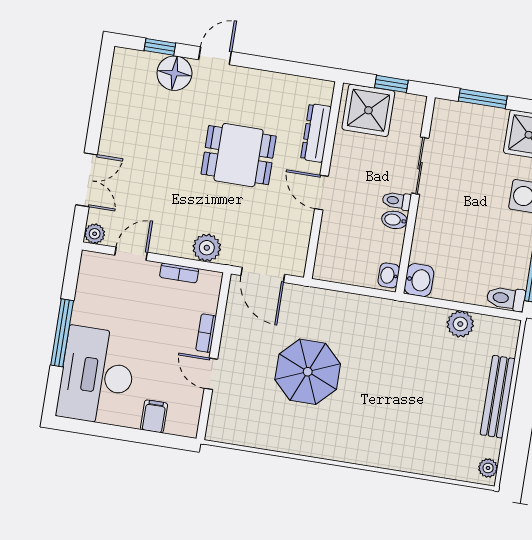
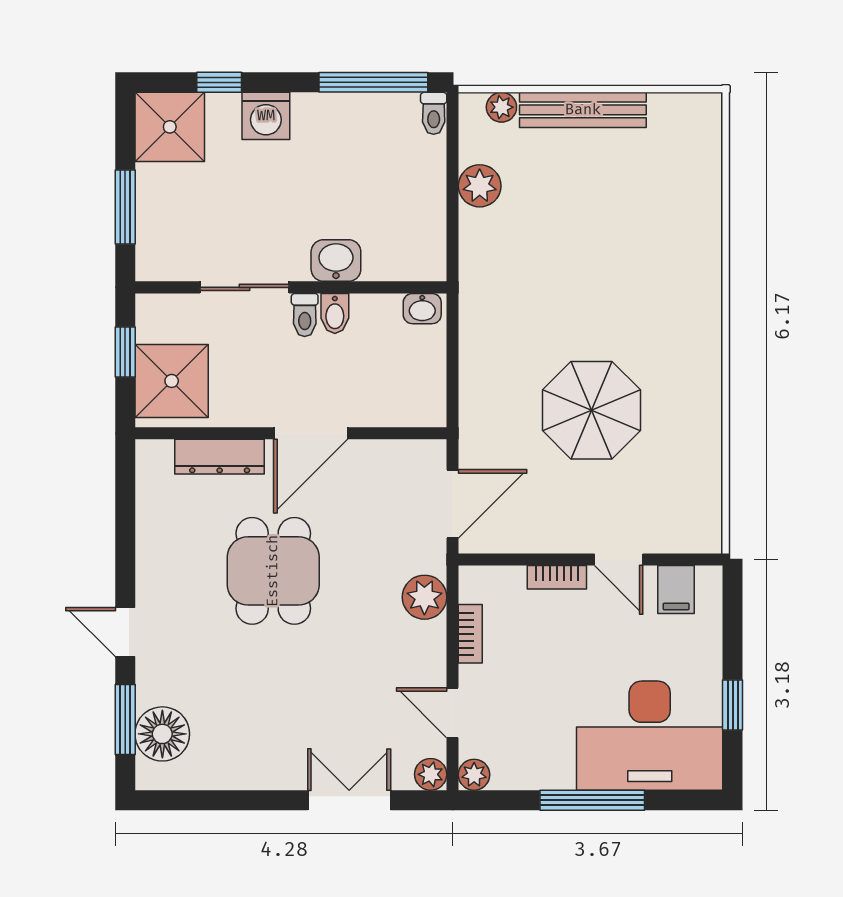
window: (160, 47) -> (125, 719), width x1.50
floor lamp: (174, 73) -> (162, 734), moved
door: (321, 193) -> (311, 433), width x1.38
plant: (90, 261) -> (474, 775), added
washbasin: (419, 280) -> (336, 261), moved
toilet: (506, 298) -> (434, 113), width x0.73, depth x0.72
door: (211, 374) -> (619, 560), hinge flipped
filing cabinet: (154, 416) -> (676, 590), moved, turned -90
window: (108, 431) -> (733, 705), added
plant: (488, 468) -> (501, 107), moved

